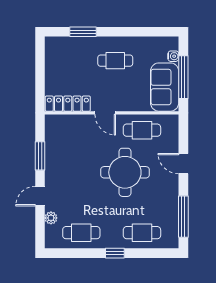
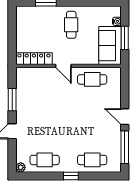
cafe table: (115, 61) -> (71, 25), turned 90
window: (183, 77) -> (125, 38), width x0.69
door: (183, 164) -> (125, 117), moved
round table: (125, 172) -> (79, 112), removed
plant: (51, 218) -> (21, 167), moved

